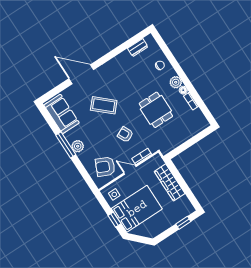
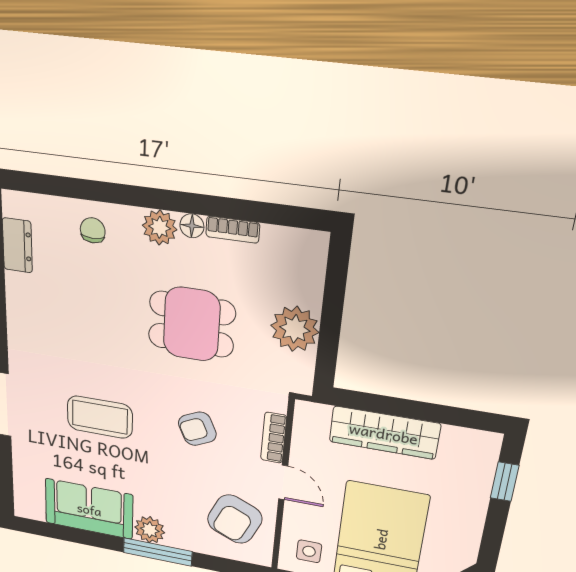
coffee table: (104, 105) -> (100, 417), turned 48
sofa: (62, 114) -> (89, 509), moved
plant: (178, 137) -> (295, 329), added
window: (66, 145) -> (158, 552), moved
door: (130, 170) -> (283, 482), swing flipped

